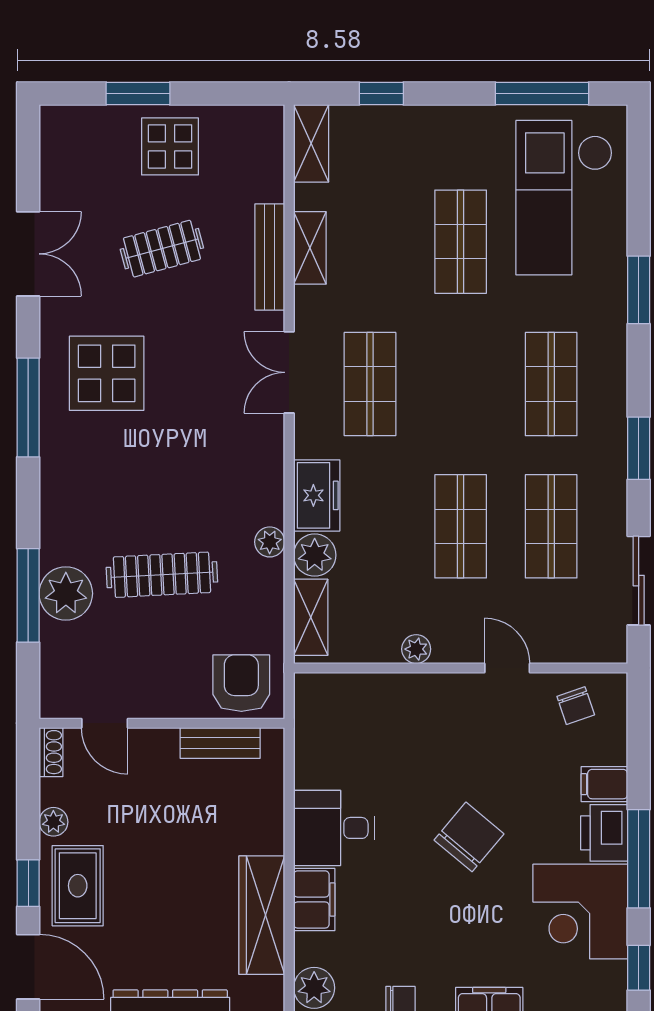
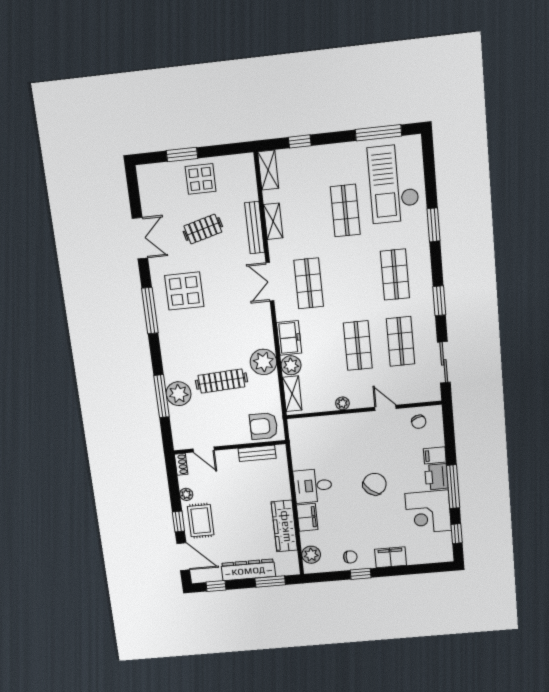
plant: (270, 542) -> (263, 362), width x1.88, depth x1.88
armchair: (241, 683) -> (264, 426), turned -90

